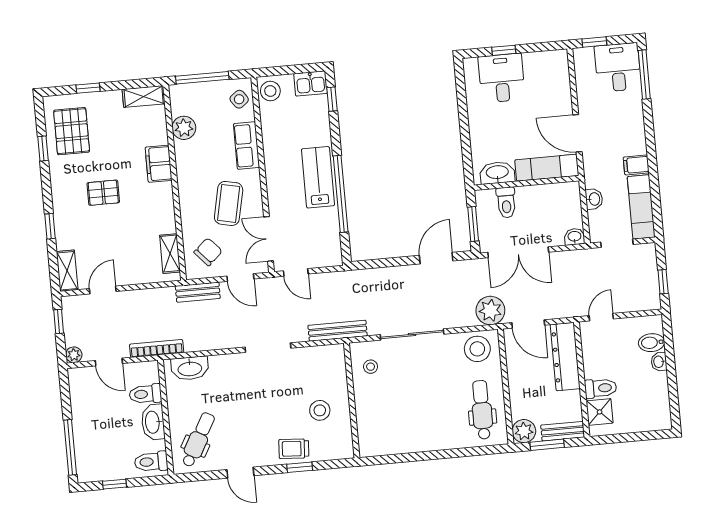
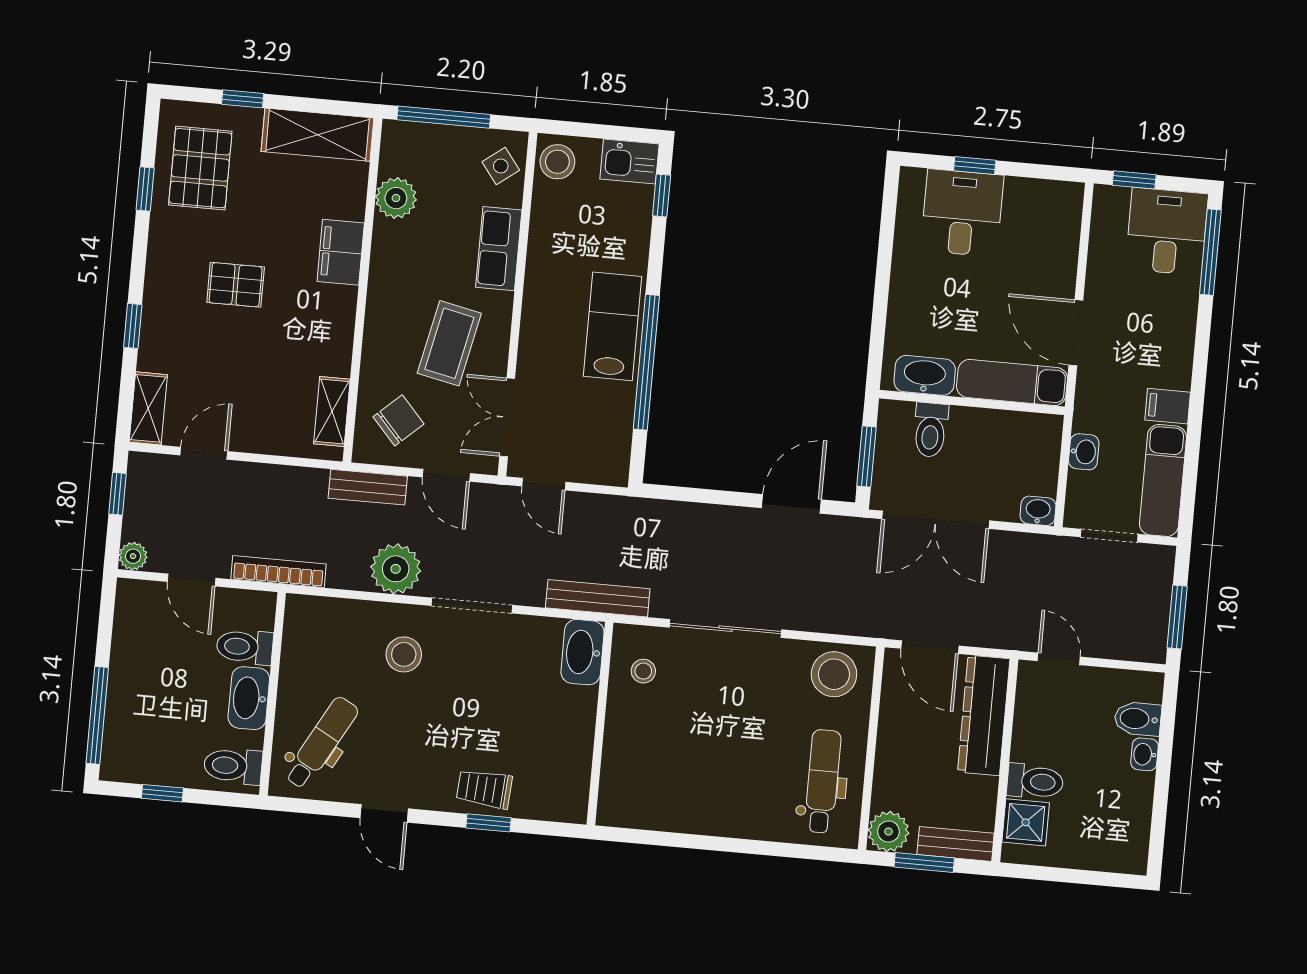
shelving: (144, 96) -> (318, 135), width x1.50, depth x1.33
window: (663, 282) -> (1177, 617), width x1.50
plant: (490, 310) -> (396, 569), moved
door: (601, 317) -> (1059, 659), hinge flipped
washbasin: (190, 368) -> (582, 652), moved, turned 90
stool: (320, 410) -> (404, 654), moved

